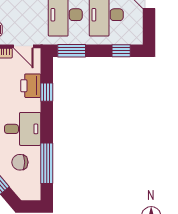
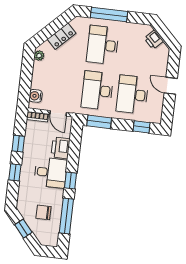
window: (47, 92) -> (71, 180), moved
desk: (23, 129) -> (51, 173), moved

